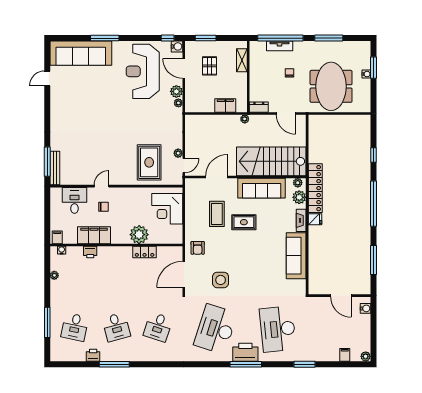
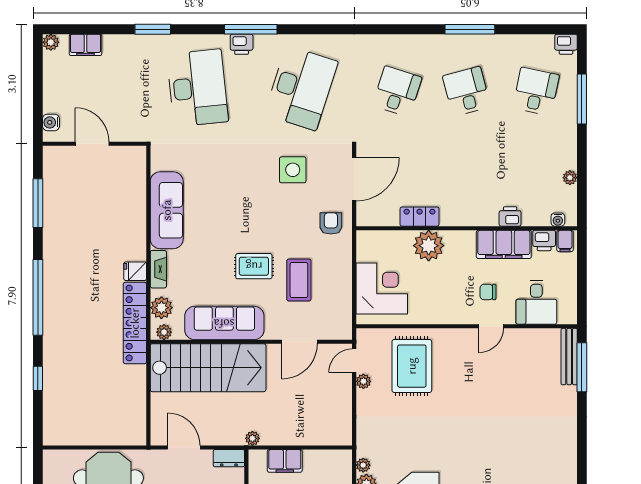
printer: (70, 238) -> (544, 240), added
printer: (245, 352) -> (242, 44), width x0.53, depth x0.68
printer: (93, 355) -> (566, 44), moved
filing cabinet: (345, 355) -> (85, 45), width x2.00

